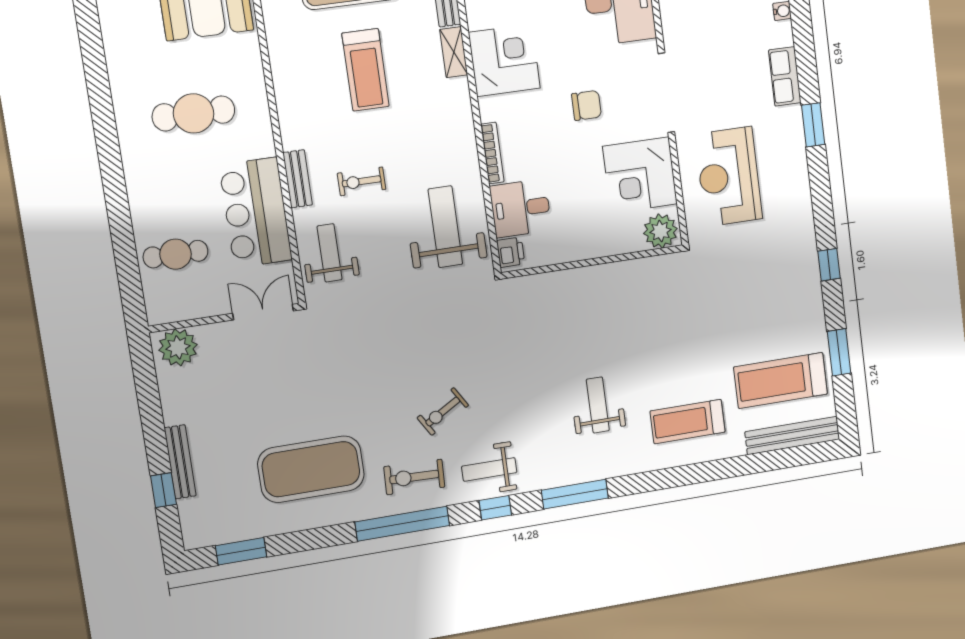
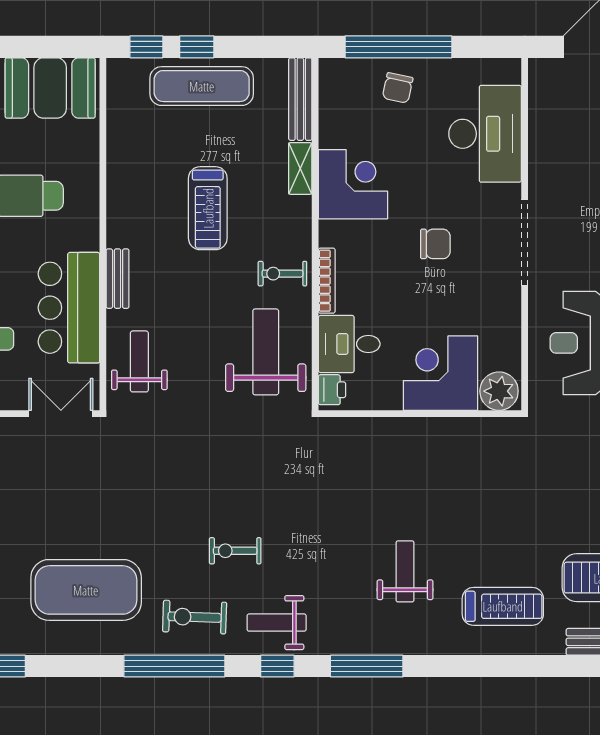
treadmill: (366, 70) -> (208, 208), moved
corner desk: (640, 175) -> (440, 373), moved, turned 90
exercise bike: (362, 181) -> (282, 274), moved
exercise bike: (443, 412) -> (235, 551), turned 31
treadmill: (688, 422) -> (503, 606), turned 180

